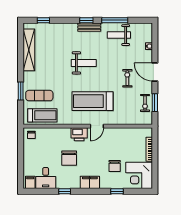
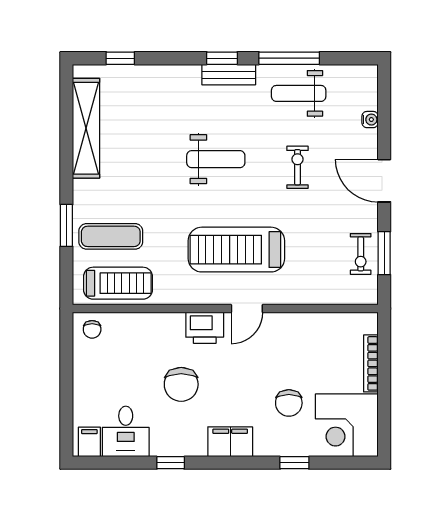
exercise bike: (127, 78) -> (297, 167), moved

